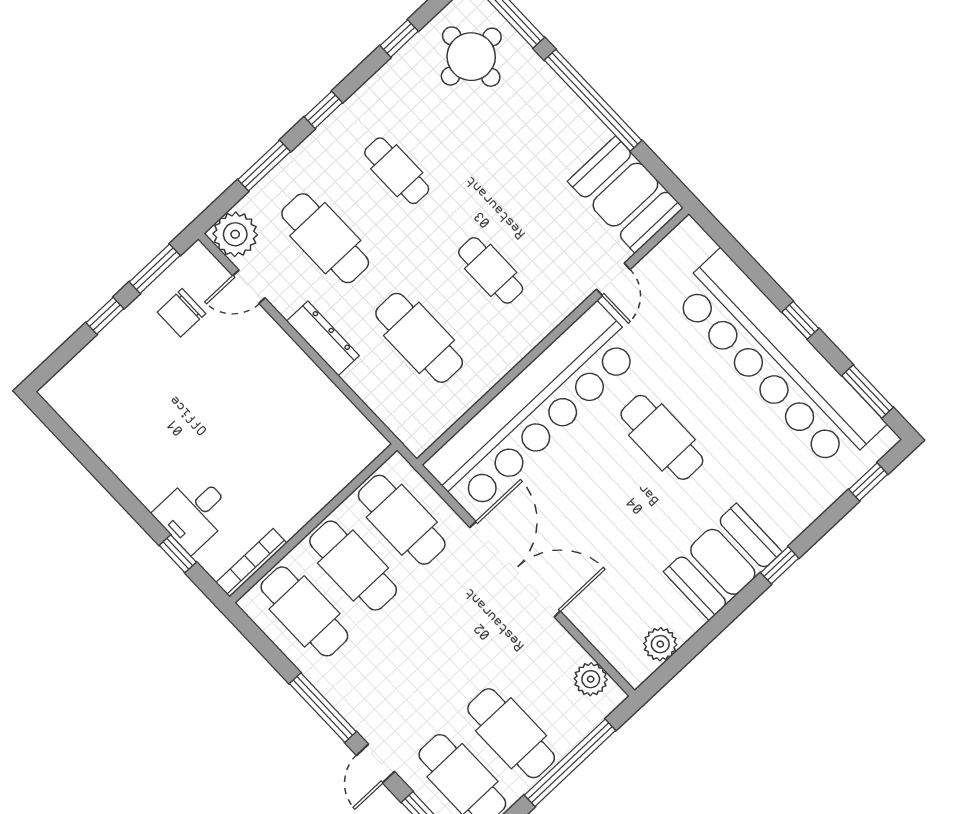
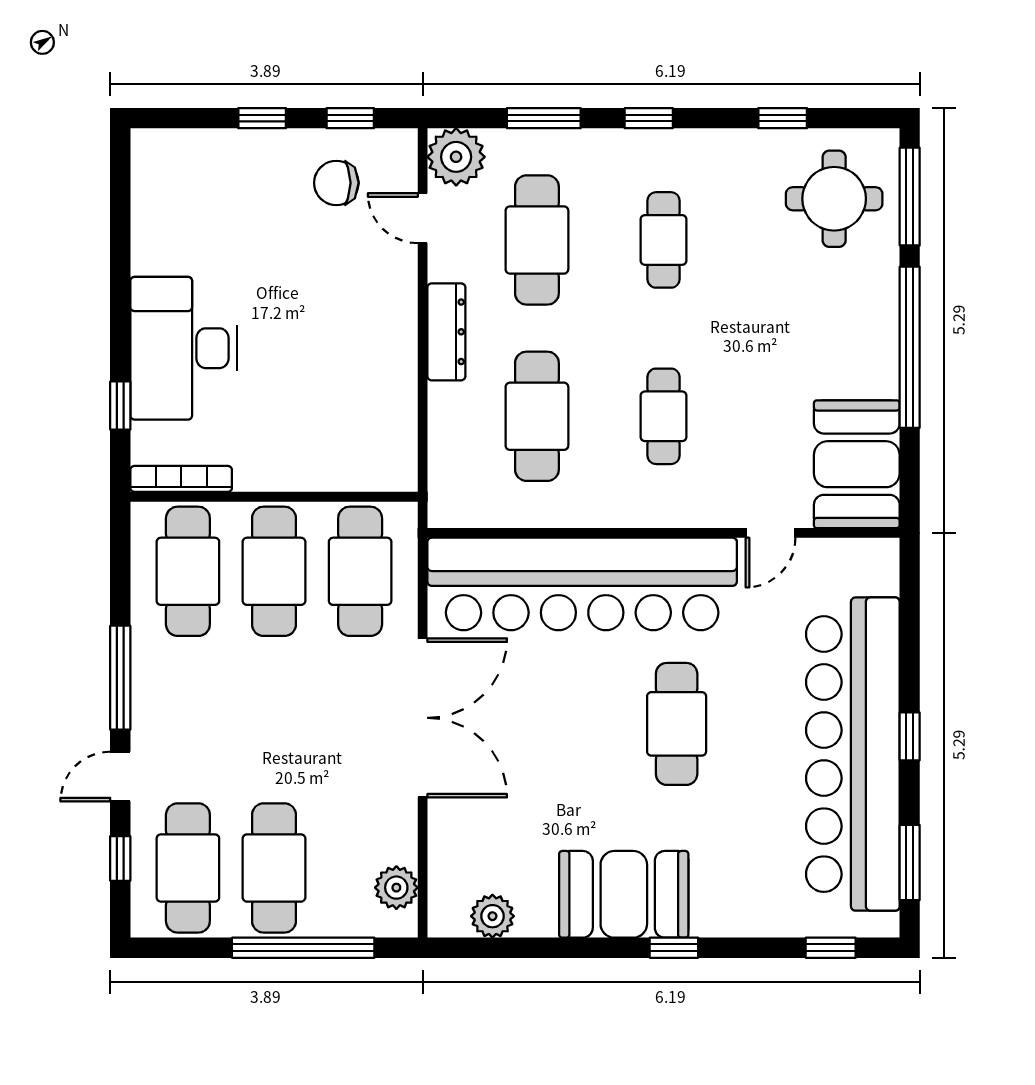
window: (155, 269) -> (350, 118), width x0.67
desk: (194, 513) -> (184, 348), width x1.87, depth x1.30

